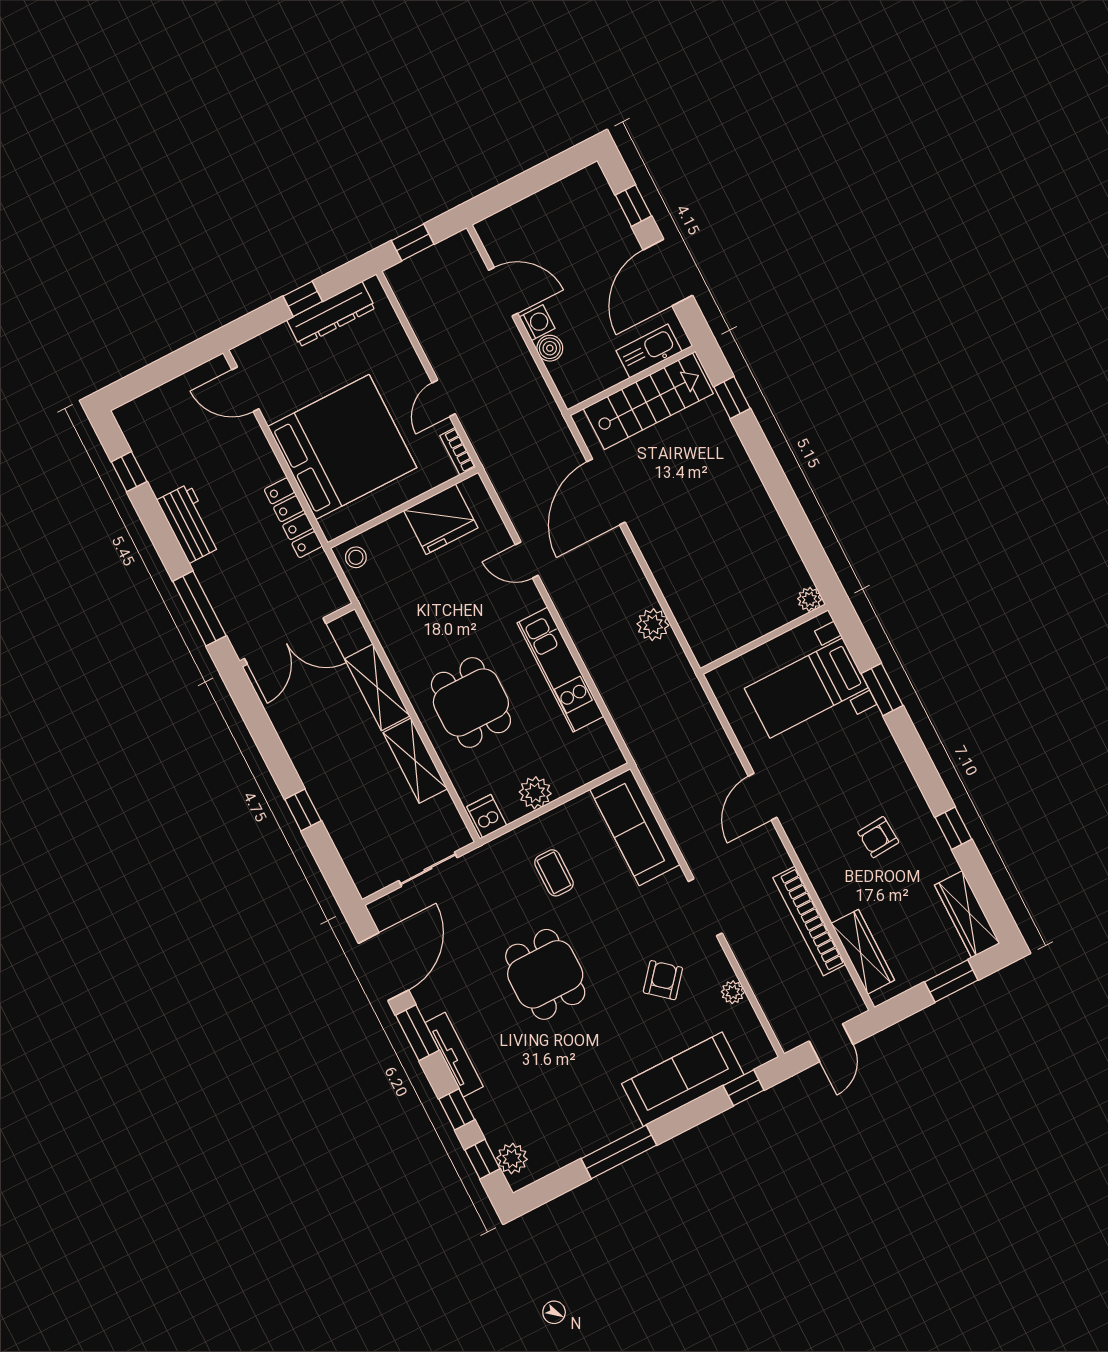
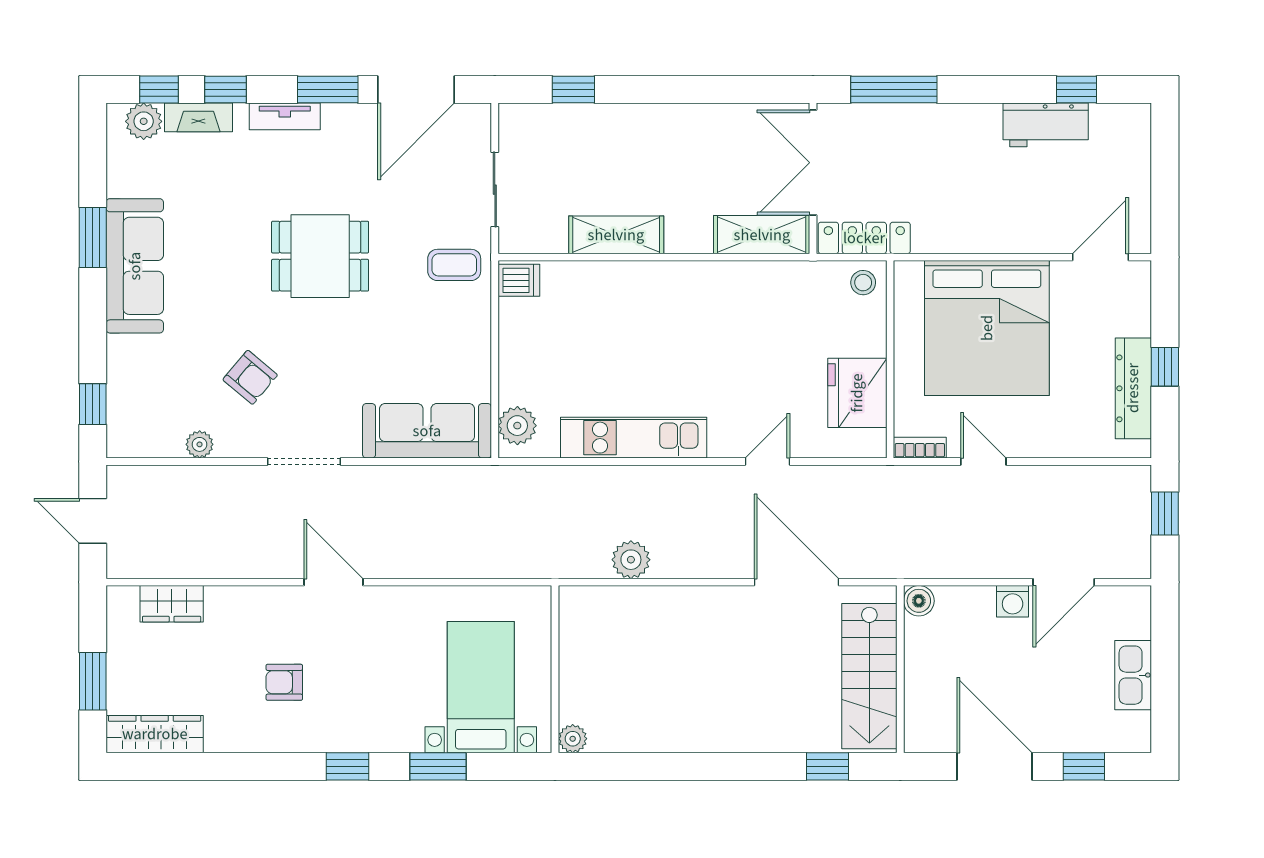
boiler: (550, 348) -> (919, 601), moved
kitchen sink: (649, 351) -> (1133, 675), moved, turned 180
locker: (293, 518) -> (864, 238), moved
workbench: (189, 523) -> (1046, 125), moved
shelving: (377, 687) -> (762, 235), moved
dining table: (471, 703) -> (647, 325), removed
plant: (535, 793) -> (517, 426), moved
door: (763, 797) -> (333, 582), moved
window: (303, 810) -> (573, 90), moved
window: (953, 828) -> (347, 766), moved
armchair: (878, 837) -> (284, 682), turned -86
coffee table: (554, 873) -> (454, 265), moved
bookcase: (809, 921) -> (233, 564), removed
wardrobe: (863, 952) -> (172, 604), width x0.67
door: (383, 967) -> (416, 90), hinge flipped
tv unit: (454, 1055) -> (285, 116), width x0.71
sofa: (683, 1079) -> (135, 266), moved
fireplace: (488, 1119) -> (198, 117), added
window: (619, 1152) -> (93, 238), width x0.69

